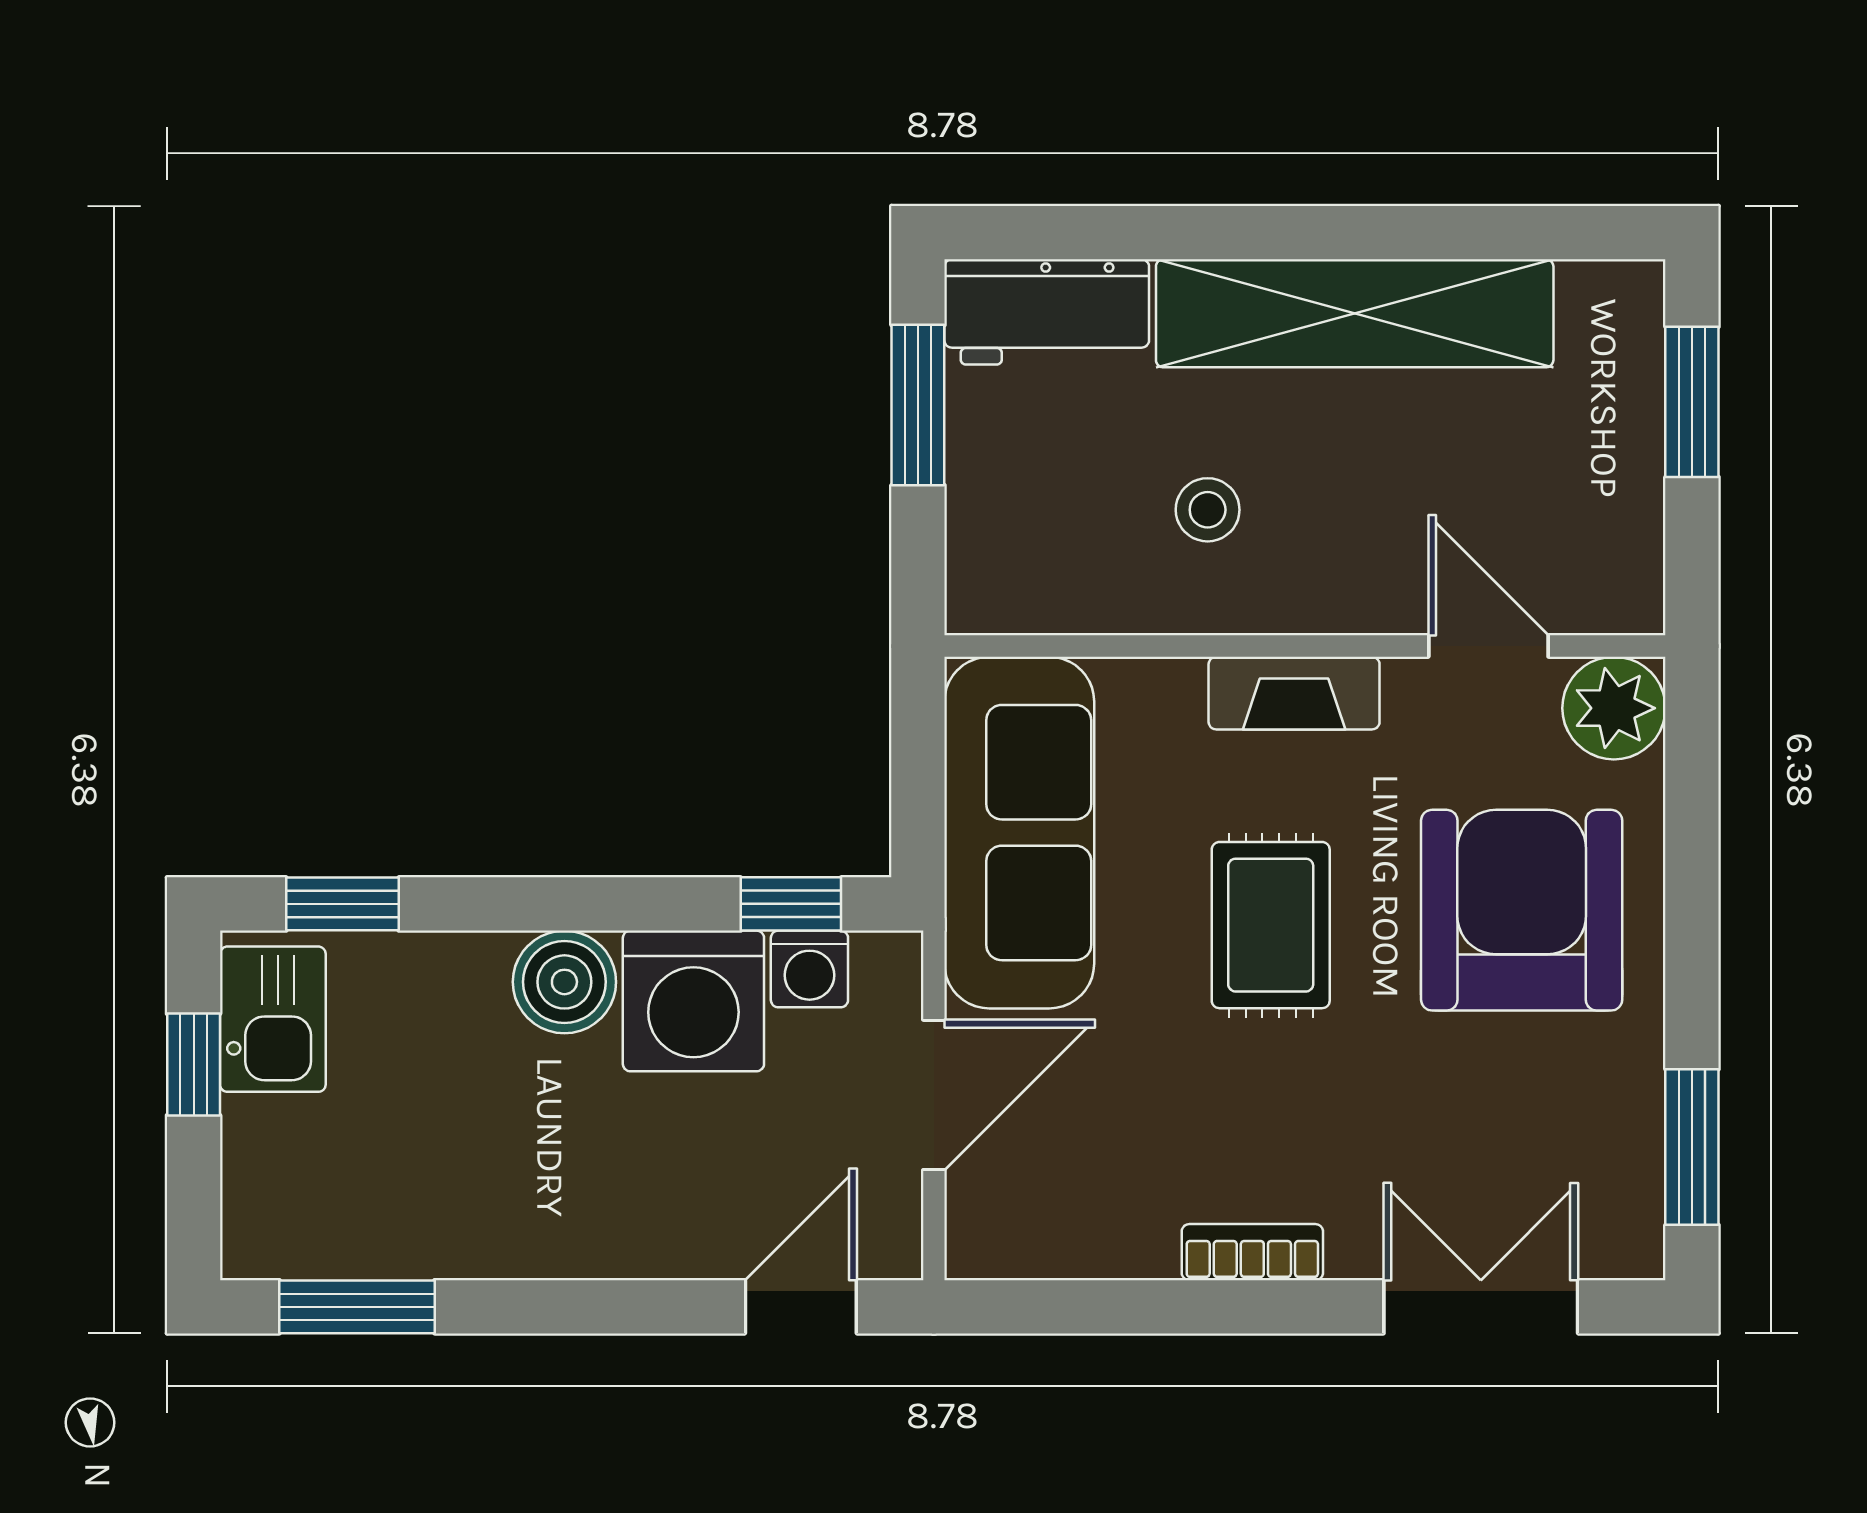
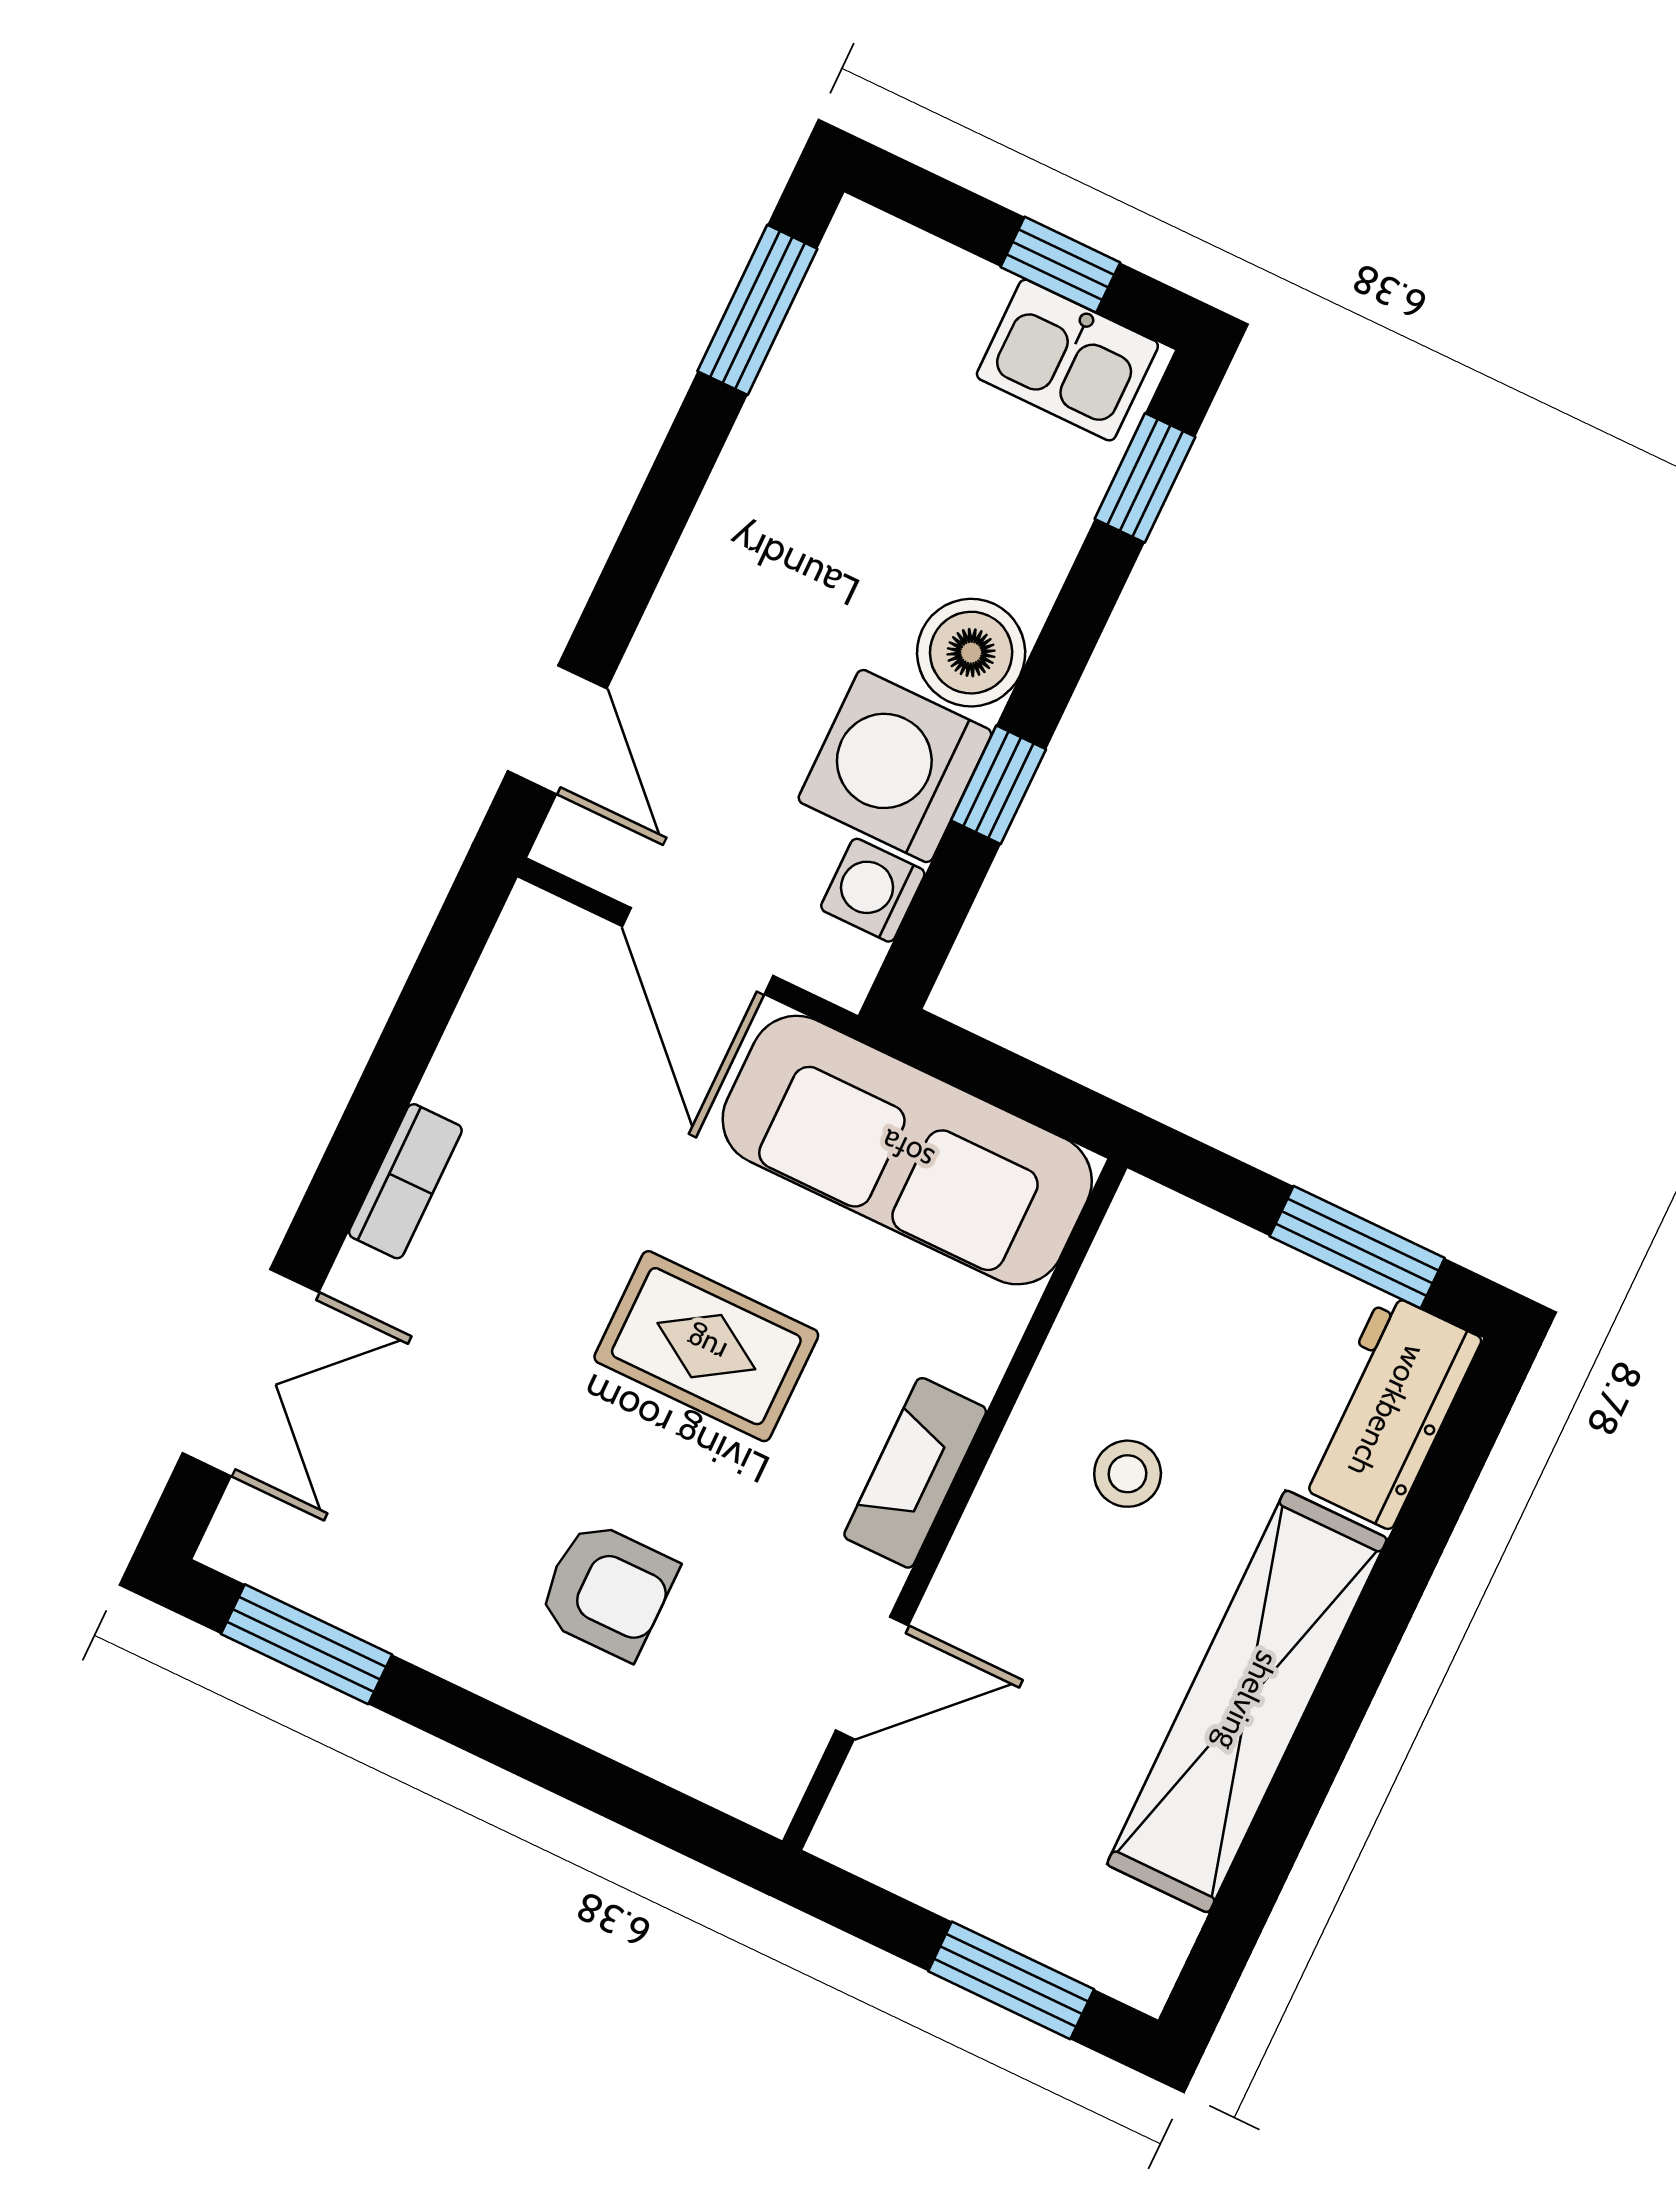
plant: (1614, 708) -> (757, 1769), removed
window: (791, 904) -> (999, 785), moved
armchair: (1522, 910) -> (607, 1590), width x0.53, depth x0.53

